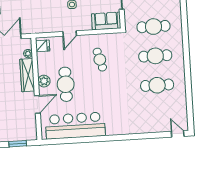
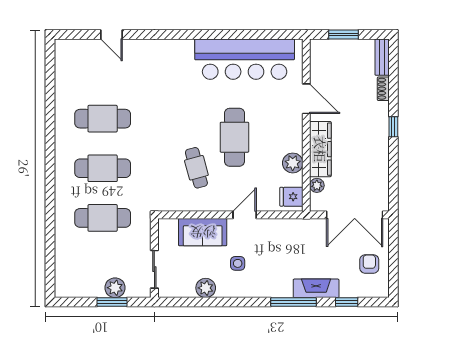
sofa: (106, 21) -> (203, 232), moved
plant: (44, 81) -> (293, 163), moved
cafe table: (66, 84) -> (234, 137), moved
door: (37, 104) -> (306, 99), swing flipped
door: (178, 134) -> (112, 35), moved

